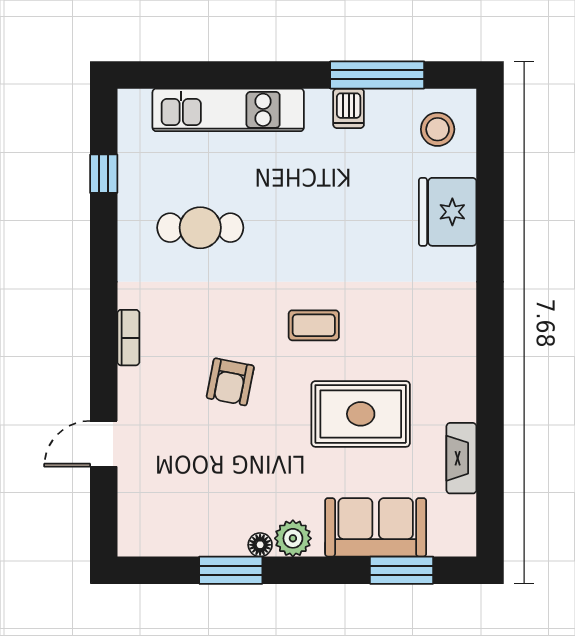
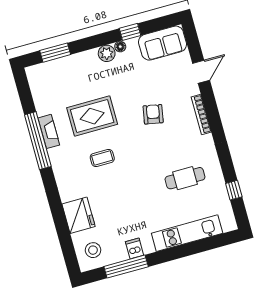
coffee table: (314, 325) -> (102, 158), moved
bookcase: (128, 338) -> (201, 114), width x1.56
window: (490, 394) -> (38, 141), added
fireplace: (461, 458) -> (49, 131), moved
sofa: (376, 527) -> (162, 43), moved
window: (231, 570) -> (130, 32), width x0.67

